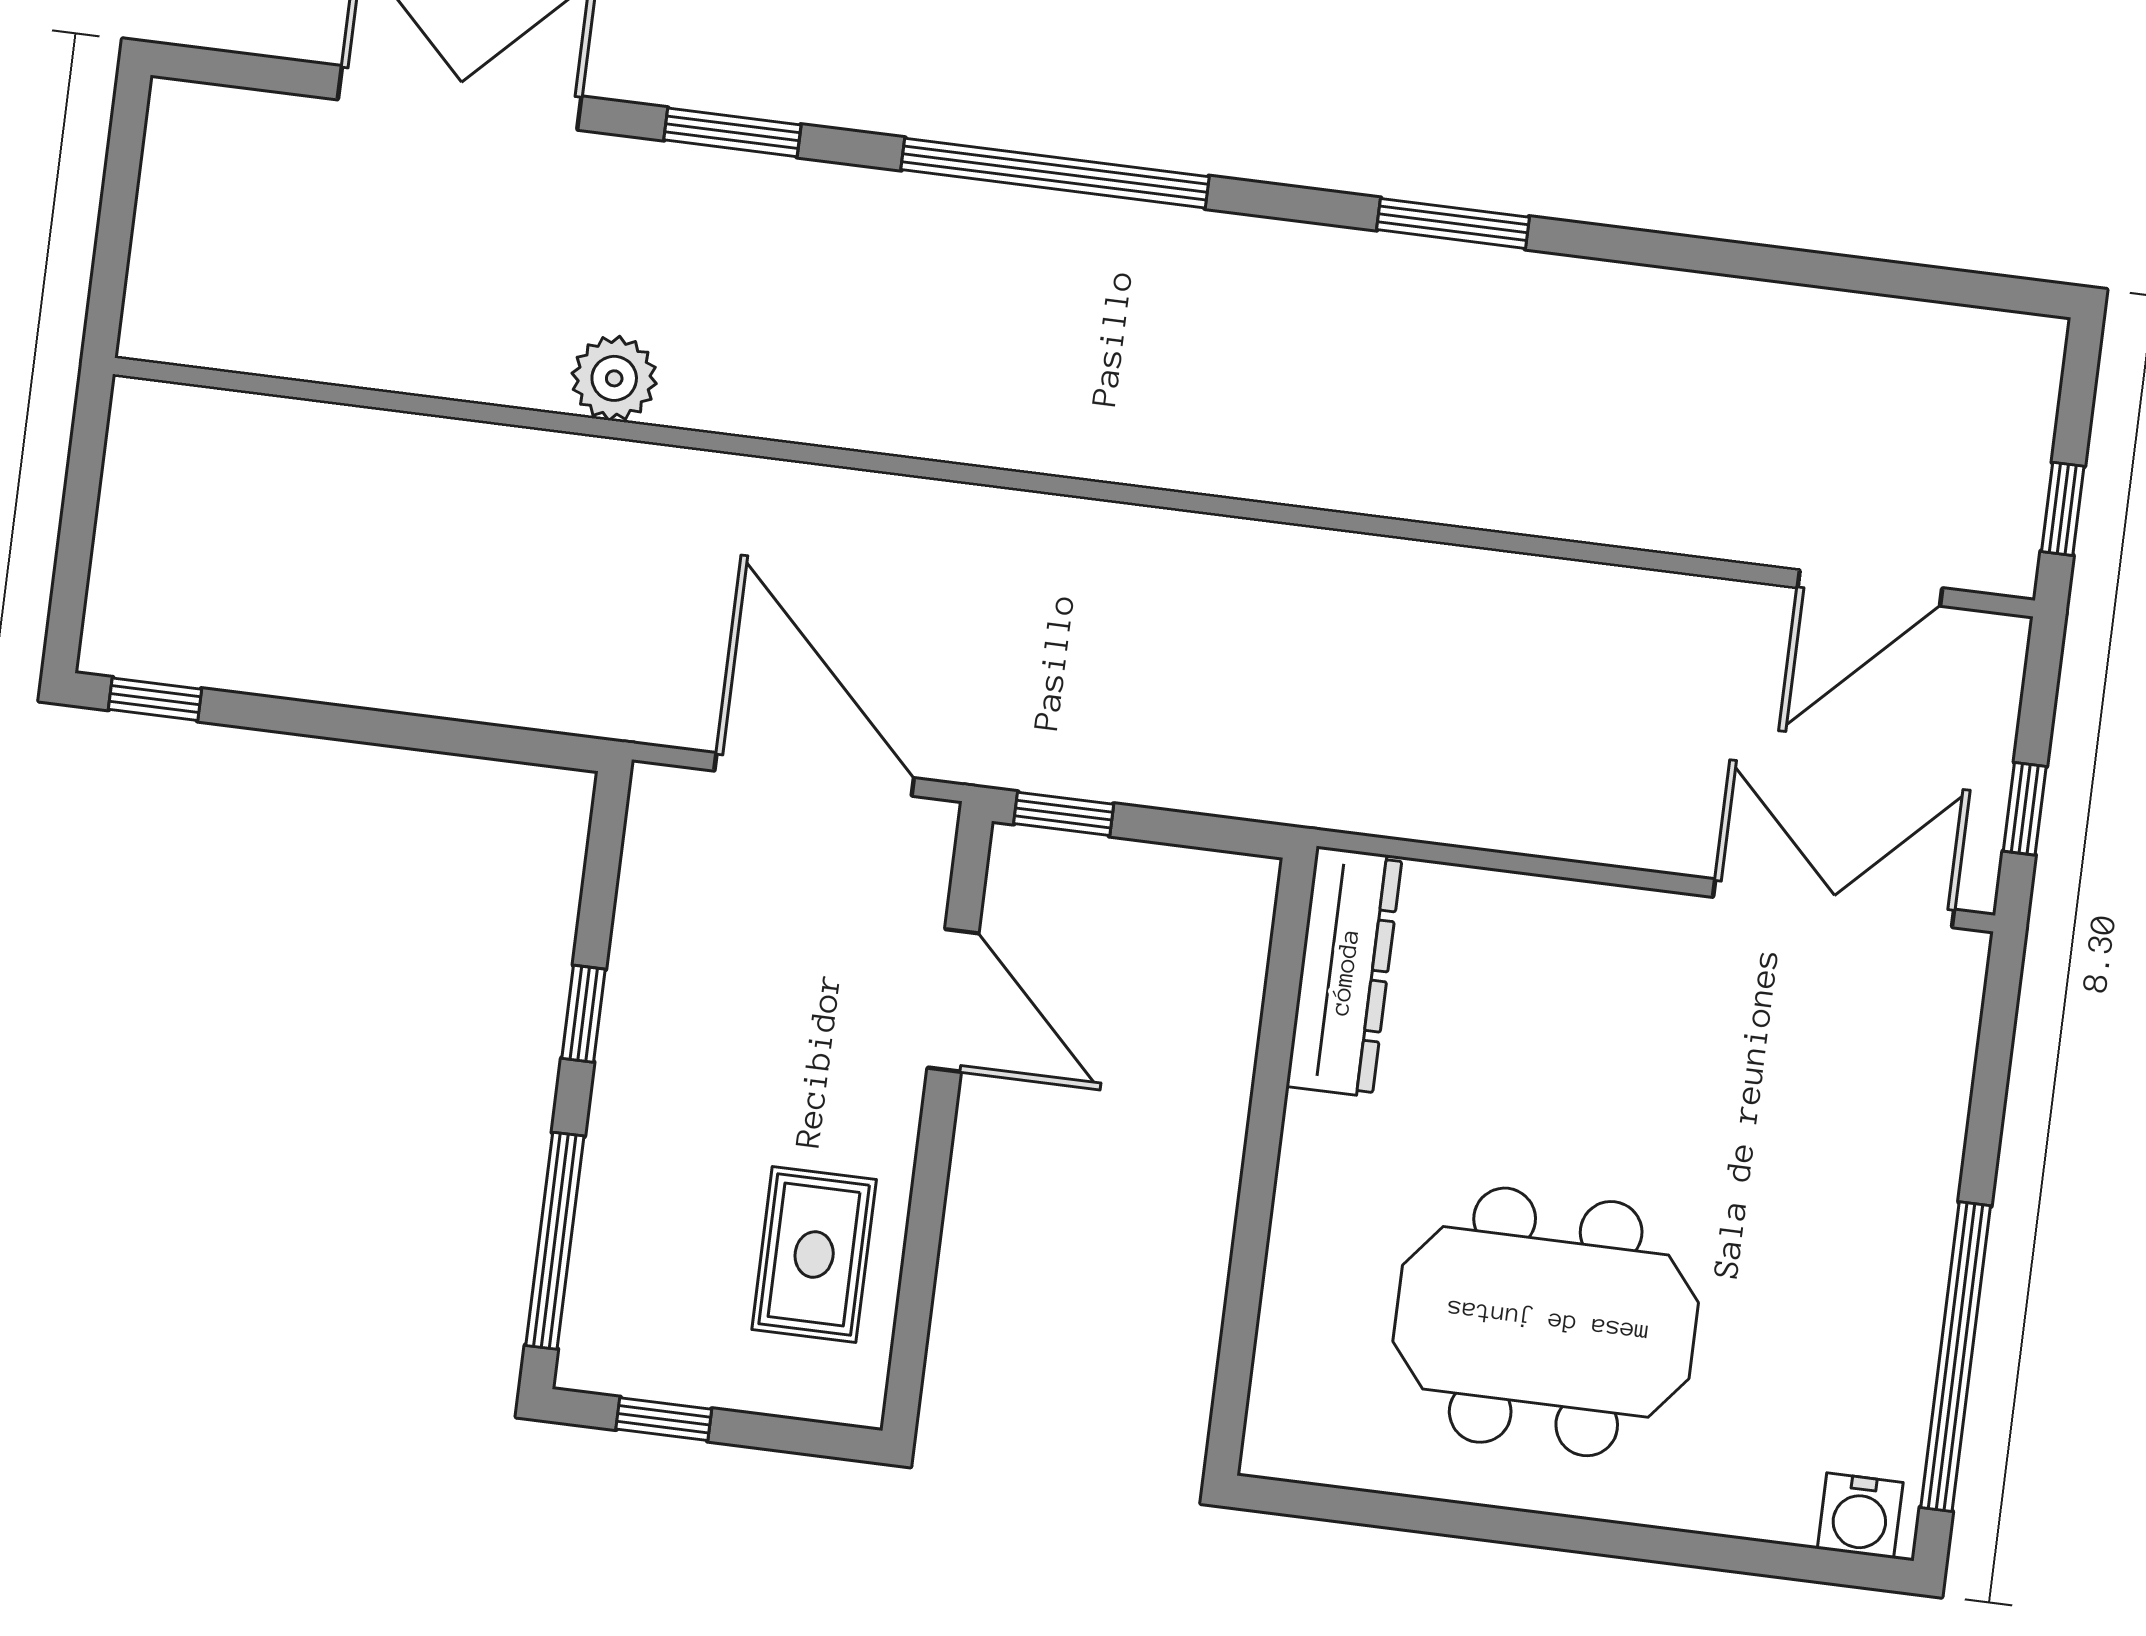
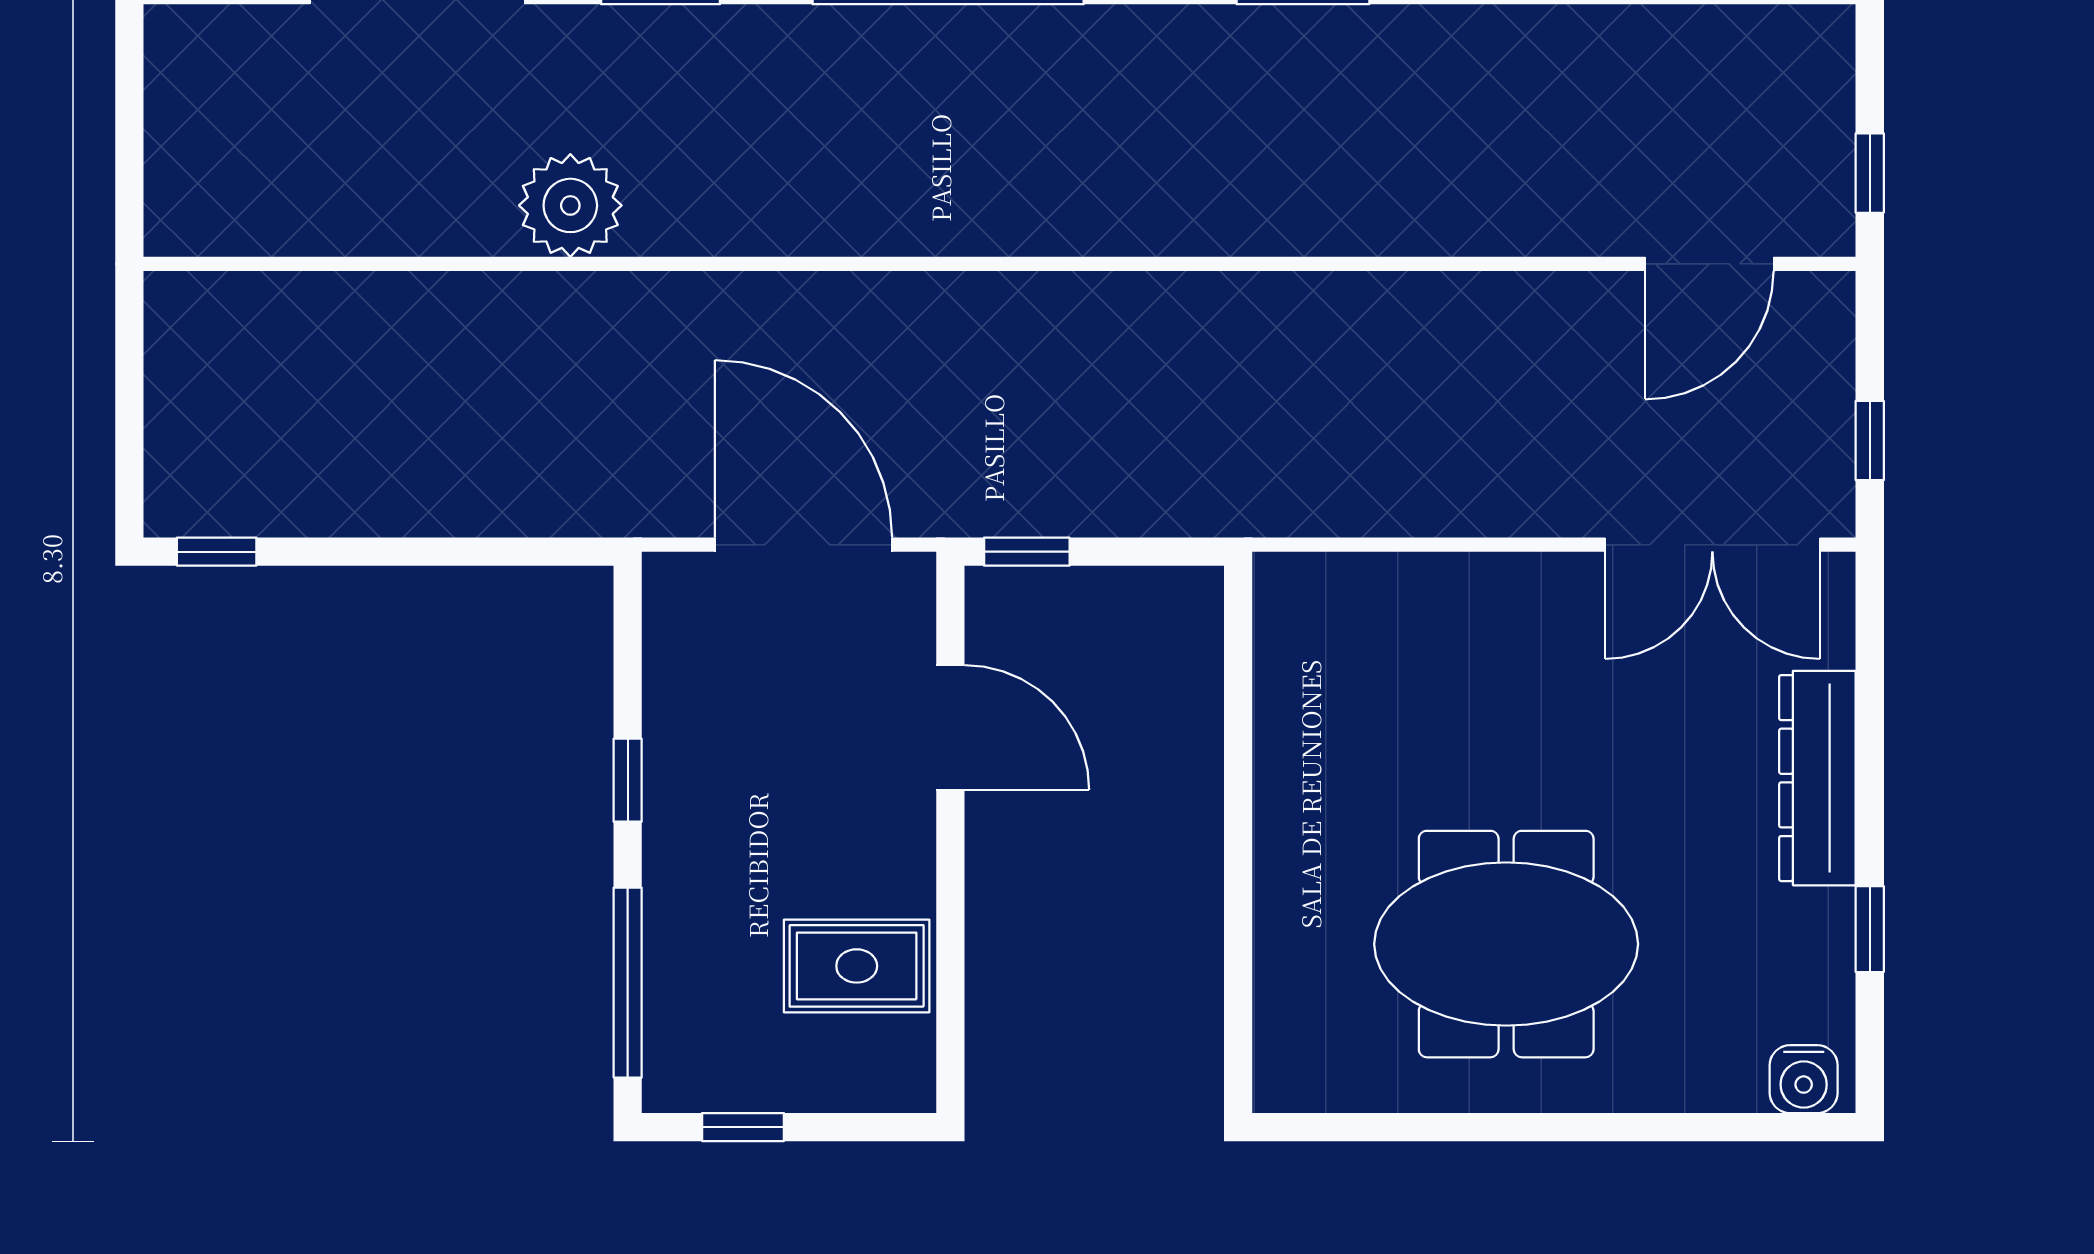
plant: (614, 378) -> (570, 205), width x1.36, depth x1.36
double door: (1834, 903) -> (1712, 545), swing flipped
dresser: (1344, 972) -> (1817, 778), moved, turned 180
rug: (814, 1255) -> (857, 966), turned 90
window: (1956, 1357) -> (1870, 929), width x0.32

